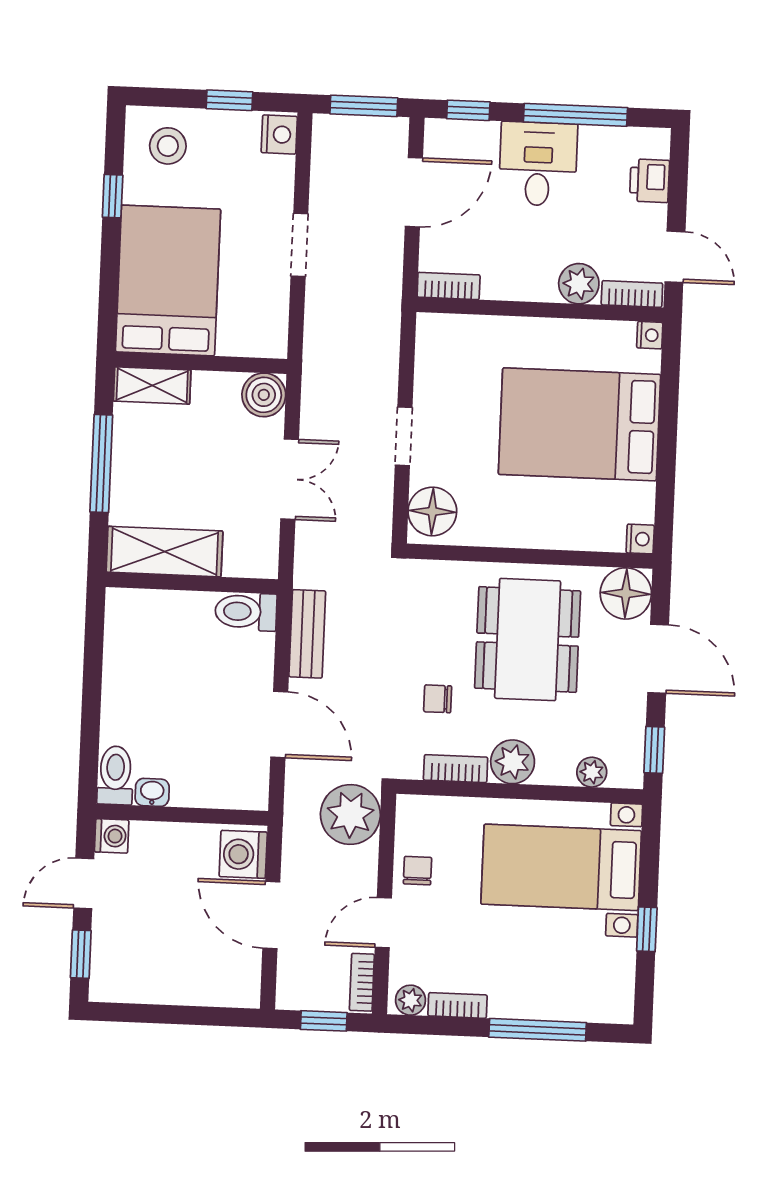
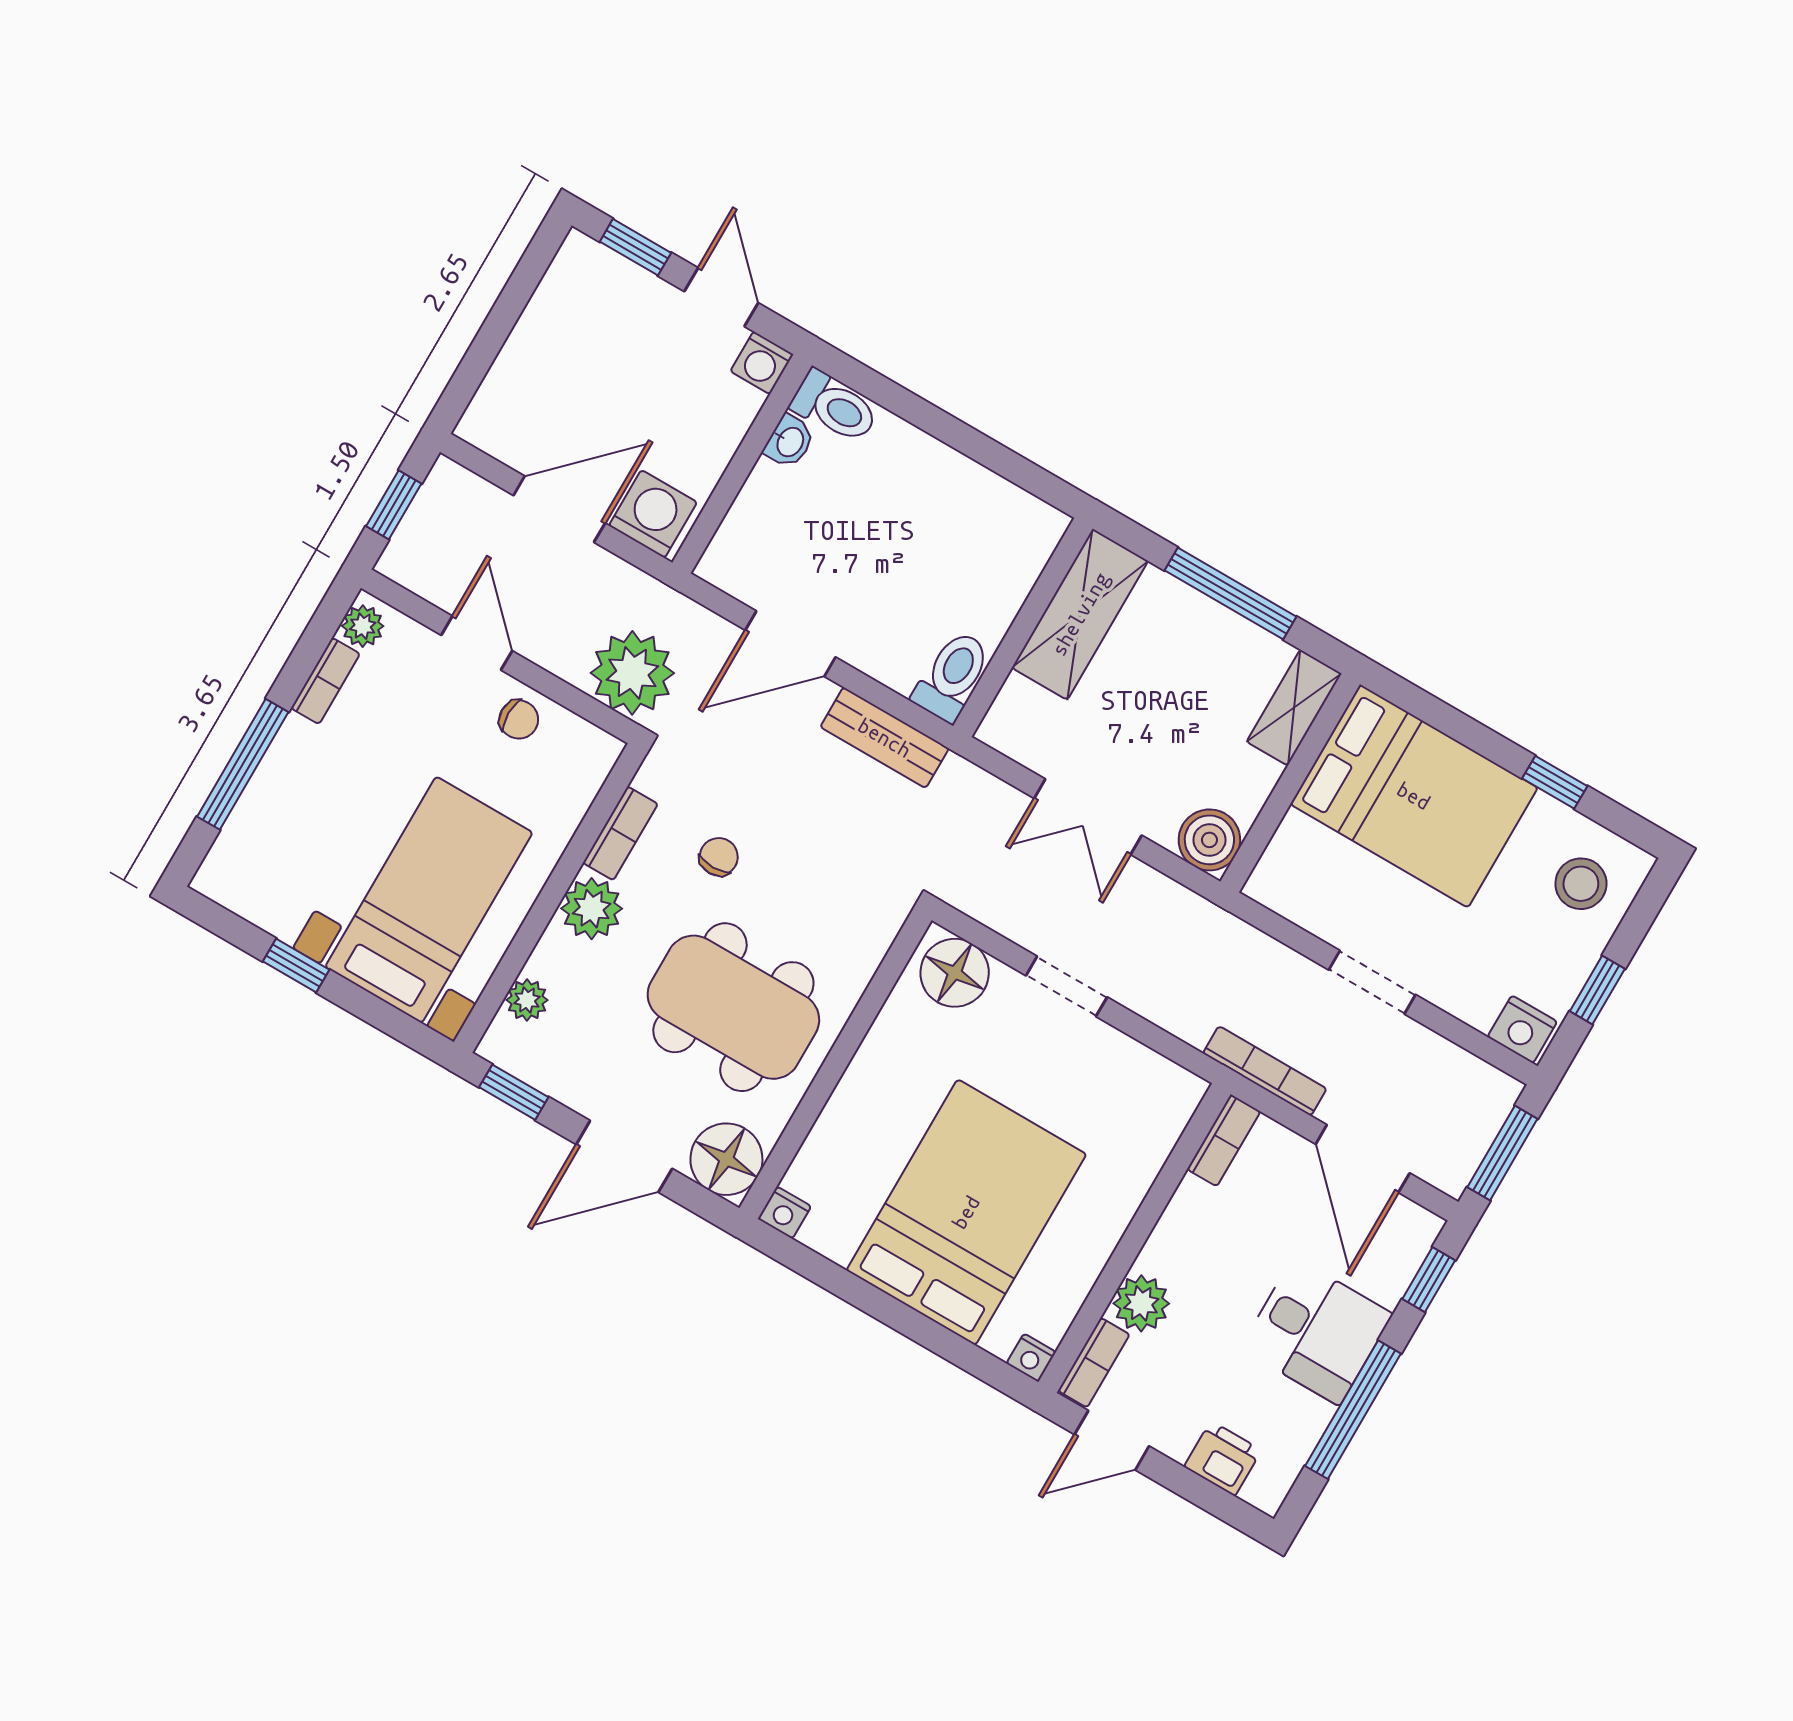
bookcase: (362, 982) -> (1265, 1071), moved, width x1.56

